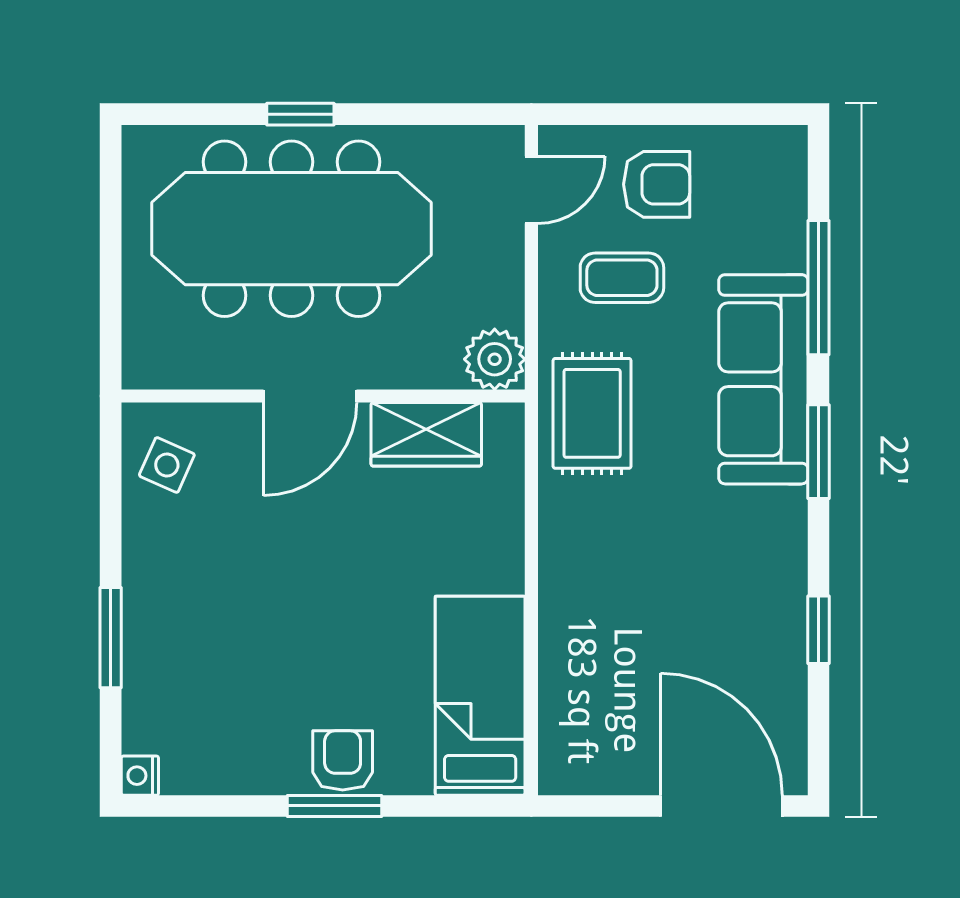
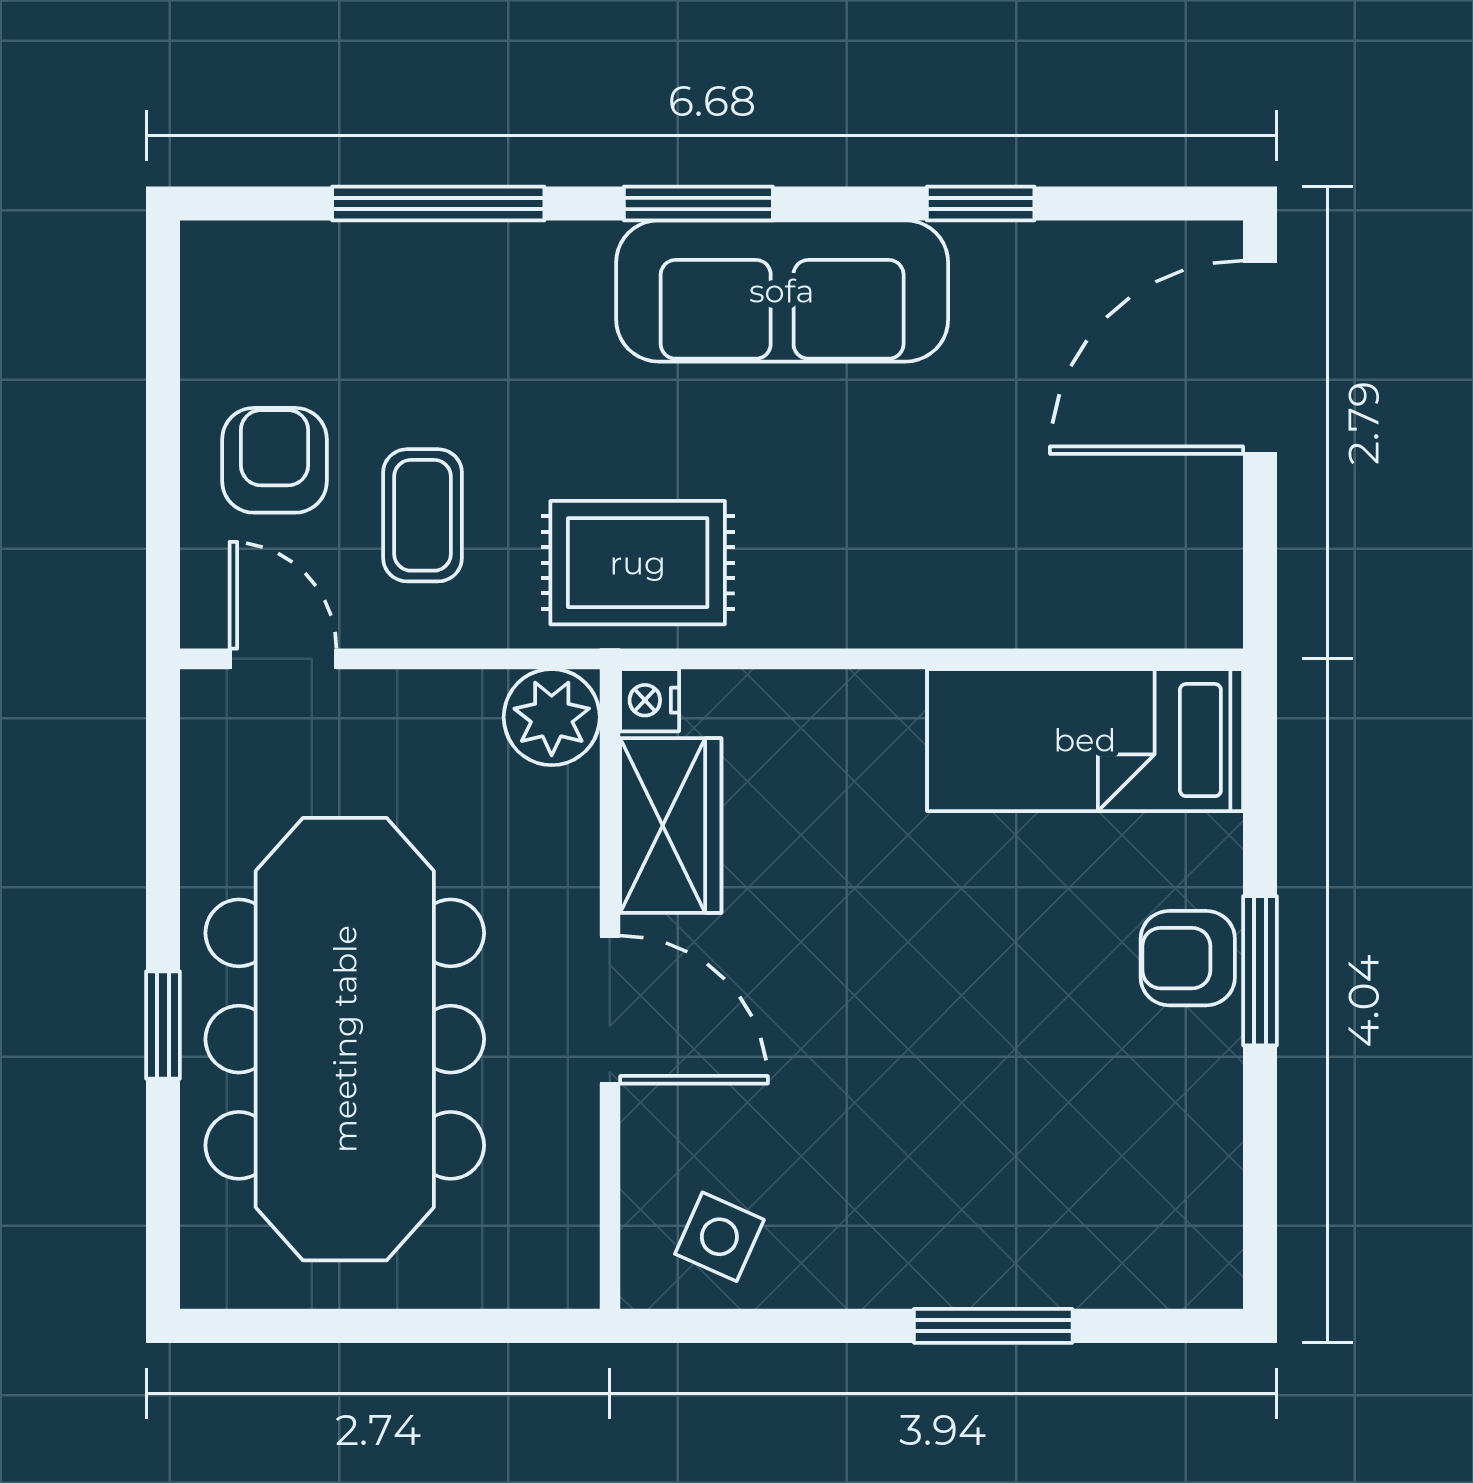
sofa: (763, 379) -> (782, 291), moved
nightstand: (140, 776) -> (650, 700), moved, turned 90

